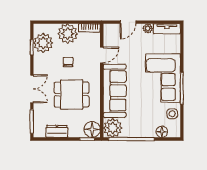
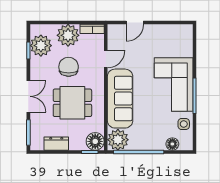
plant: (148, 28) -> (157, 29), removed
tv unit: (167, 29) -> (178, 30), removed
chair: (68, 62) -> (69, 67), width x1.87, depth x1.87

